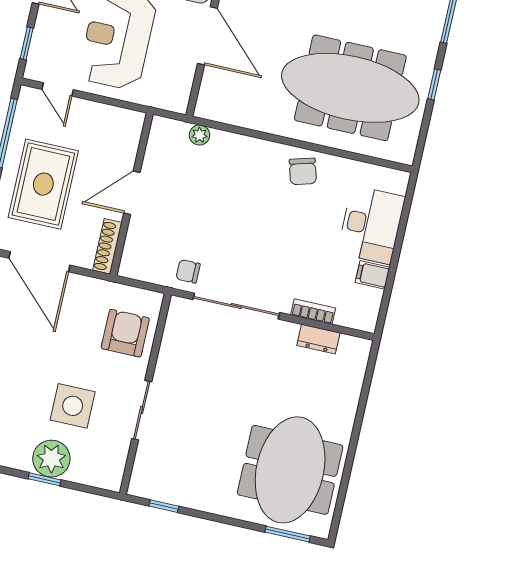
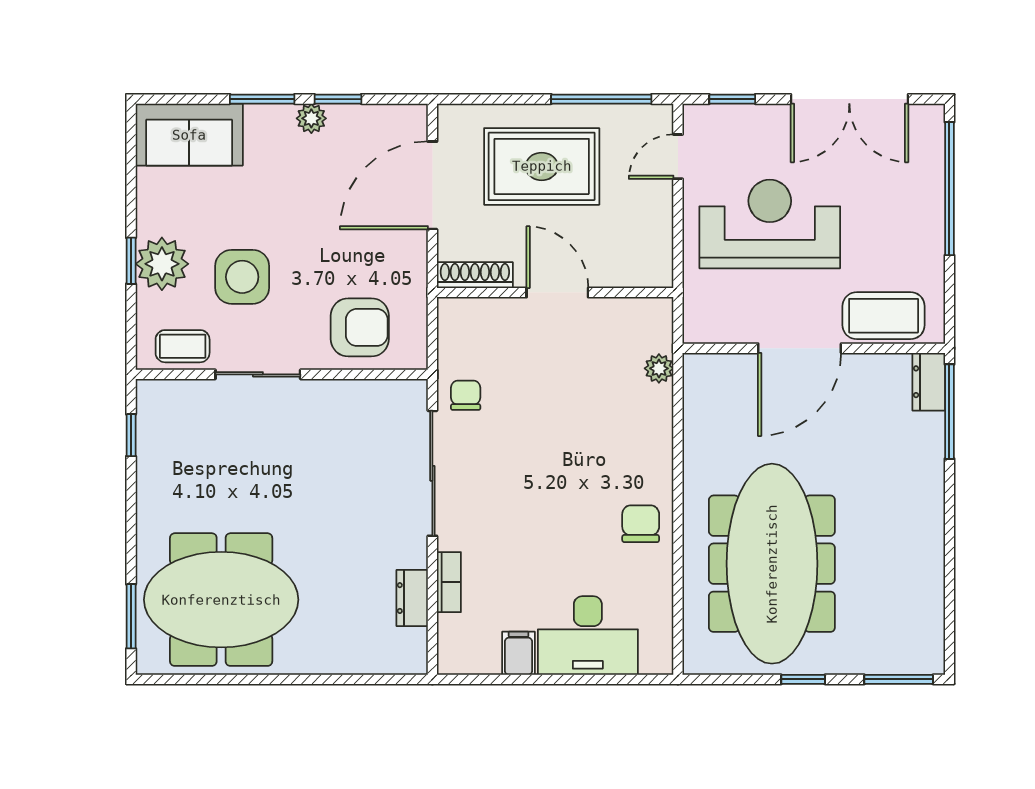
chair: (303, 171) -> (641, 524), turned 106
coffee table: (111, 457) -> (183, 346), added

